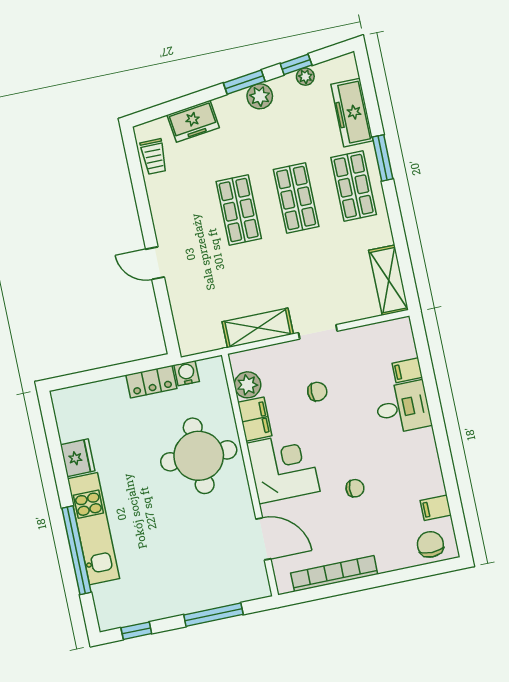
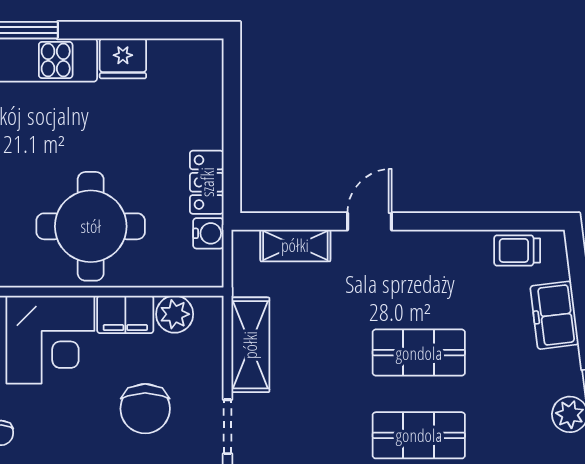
shelving: (182, 311) -> (295, 245), added
chair: (317, 392) -> (145, 409), width x1.87, depth x1.87

